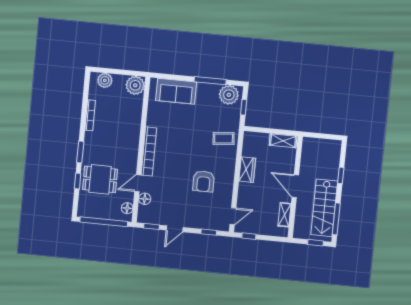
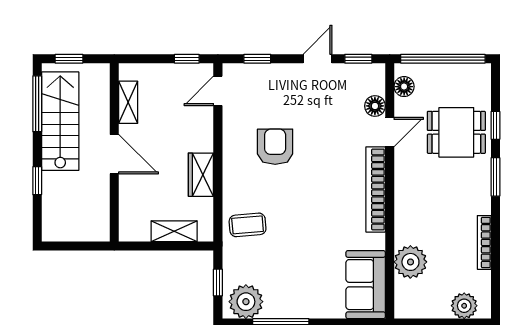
plant: (135, 85) -> (410, 262), moved
sofa: (176, 91) -> (366, 285), moved, turned -90
shelving: (283, 141) -> (174, 231), moved

